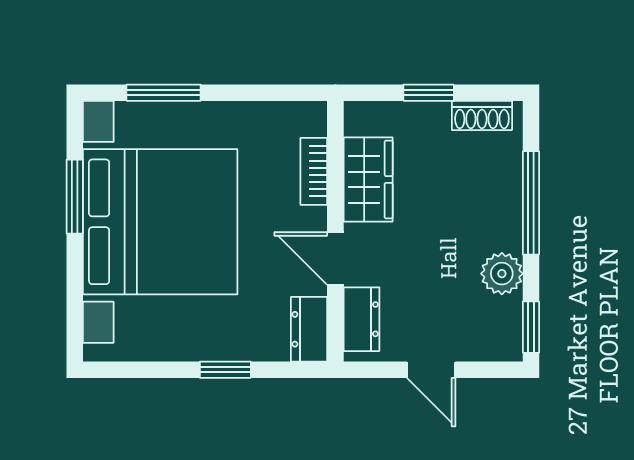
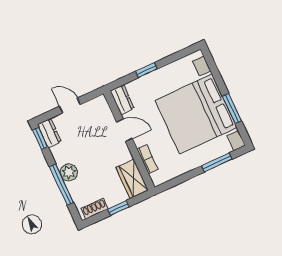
wardrobe: (368, 179) -> (132, 179), moved
plant: (502, 274) -> (69, 172), moved
dresser: (361, 319) -> (49, 133), moved, turned 180

